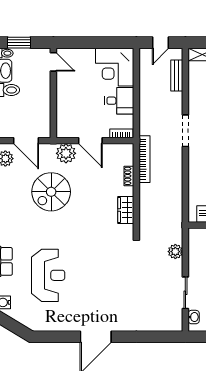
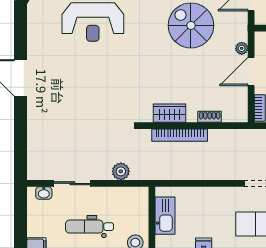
plant: (66, 153) -> (242, 48), width x0.53, depth x0.53
bookcase: (144, 159) -> (180, 135), moved

